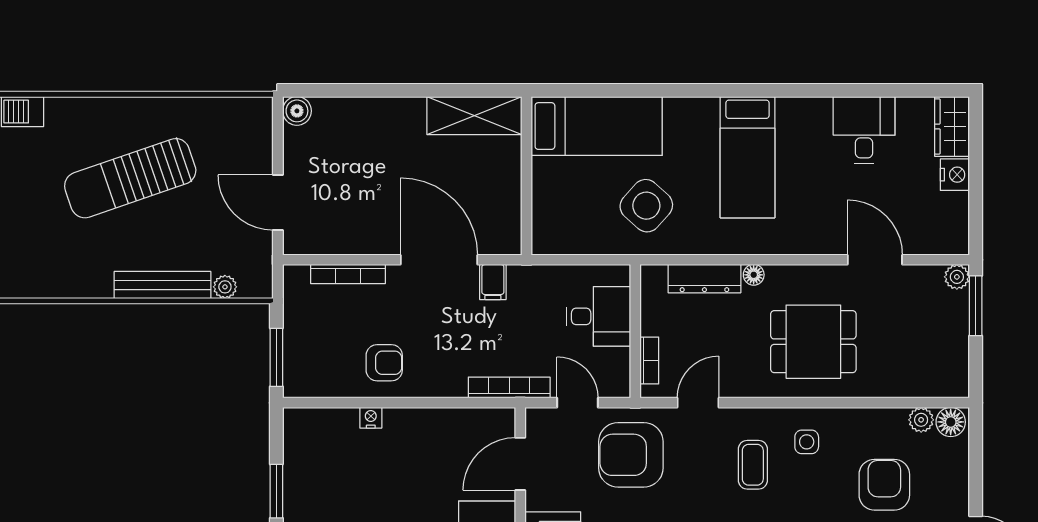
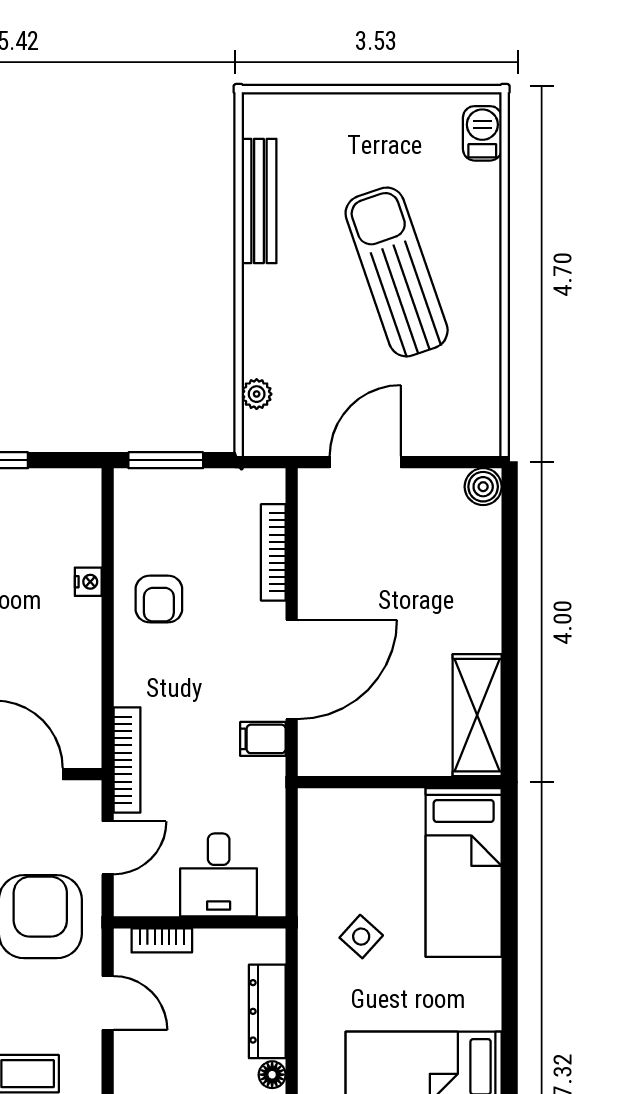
side table: (646, 206) -> (361, 937), width x0.54, depth x0.54
bench: (163, 285) -> (259, 201), moved

